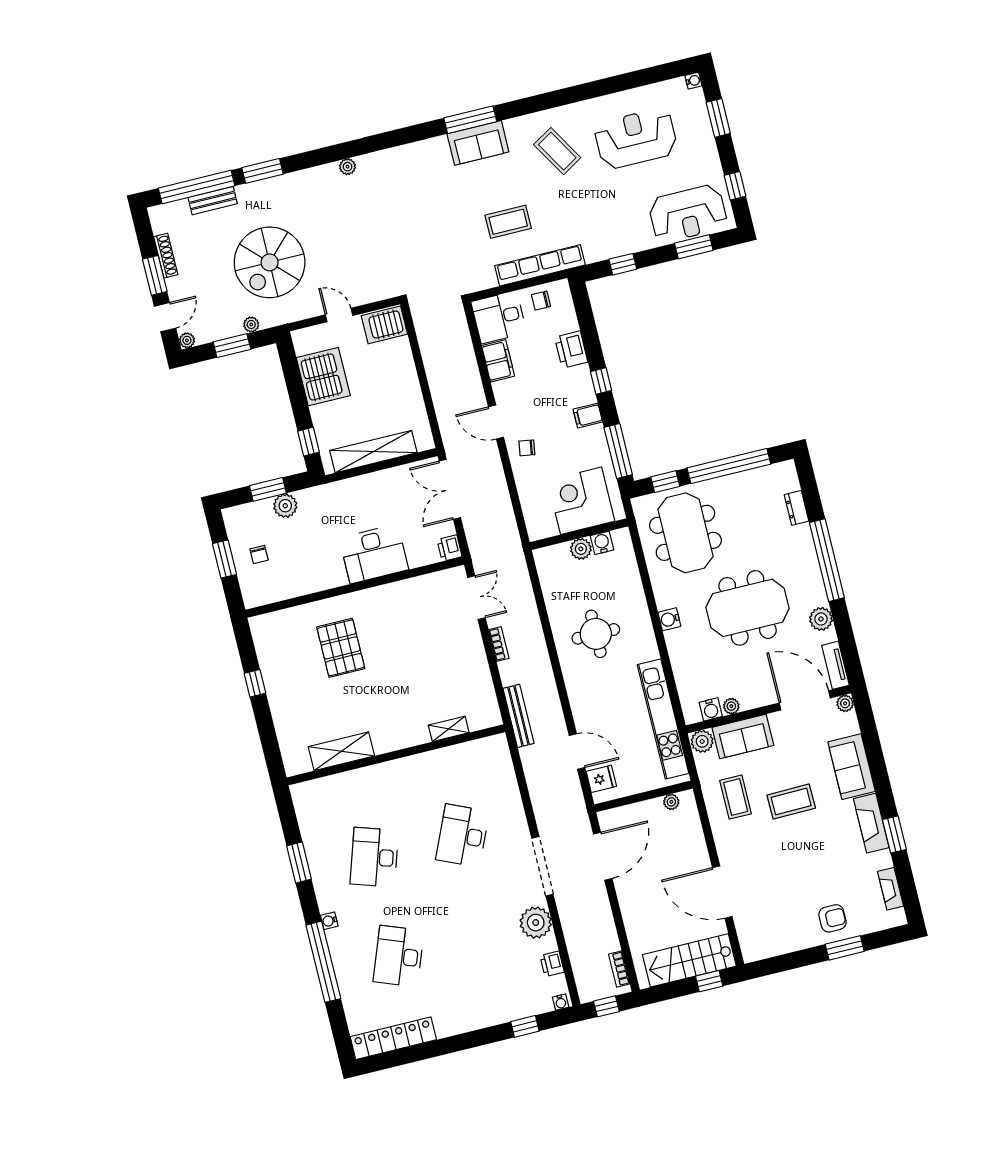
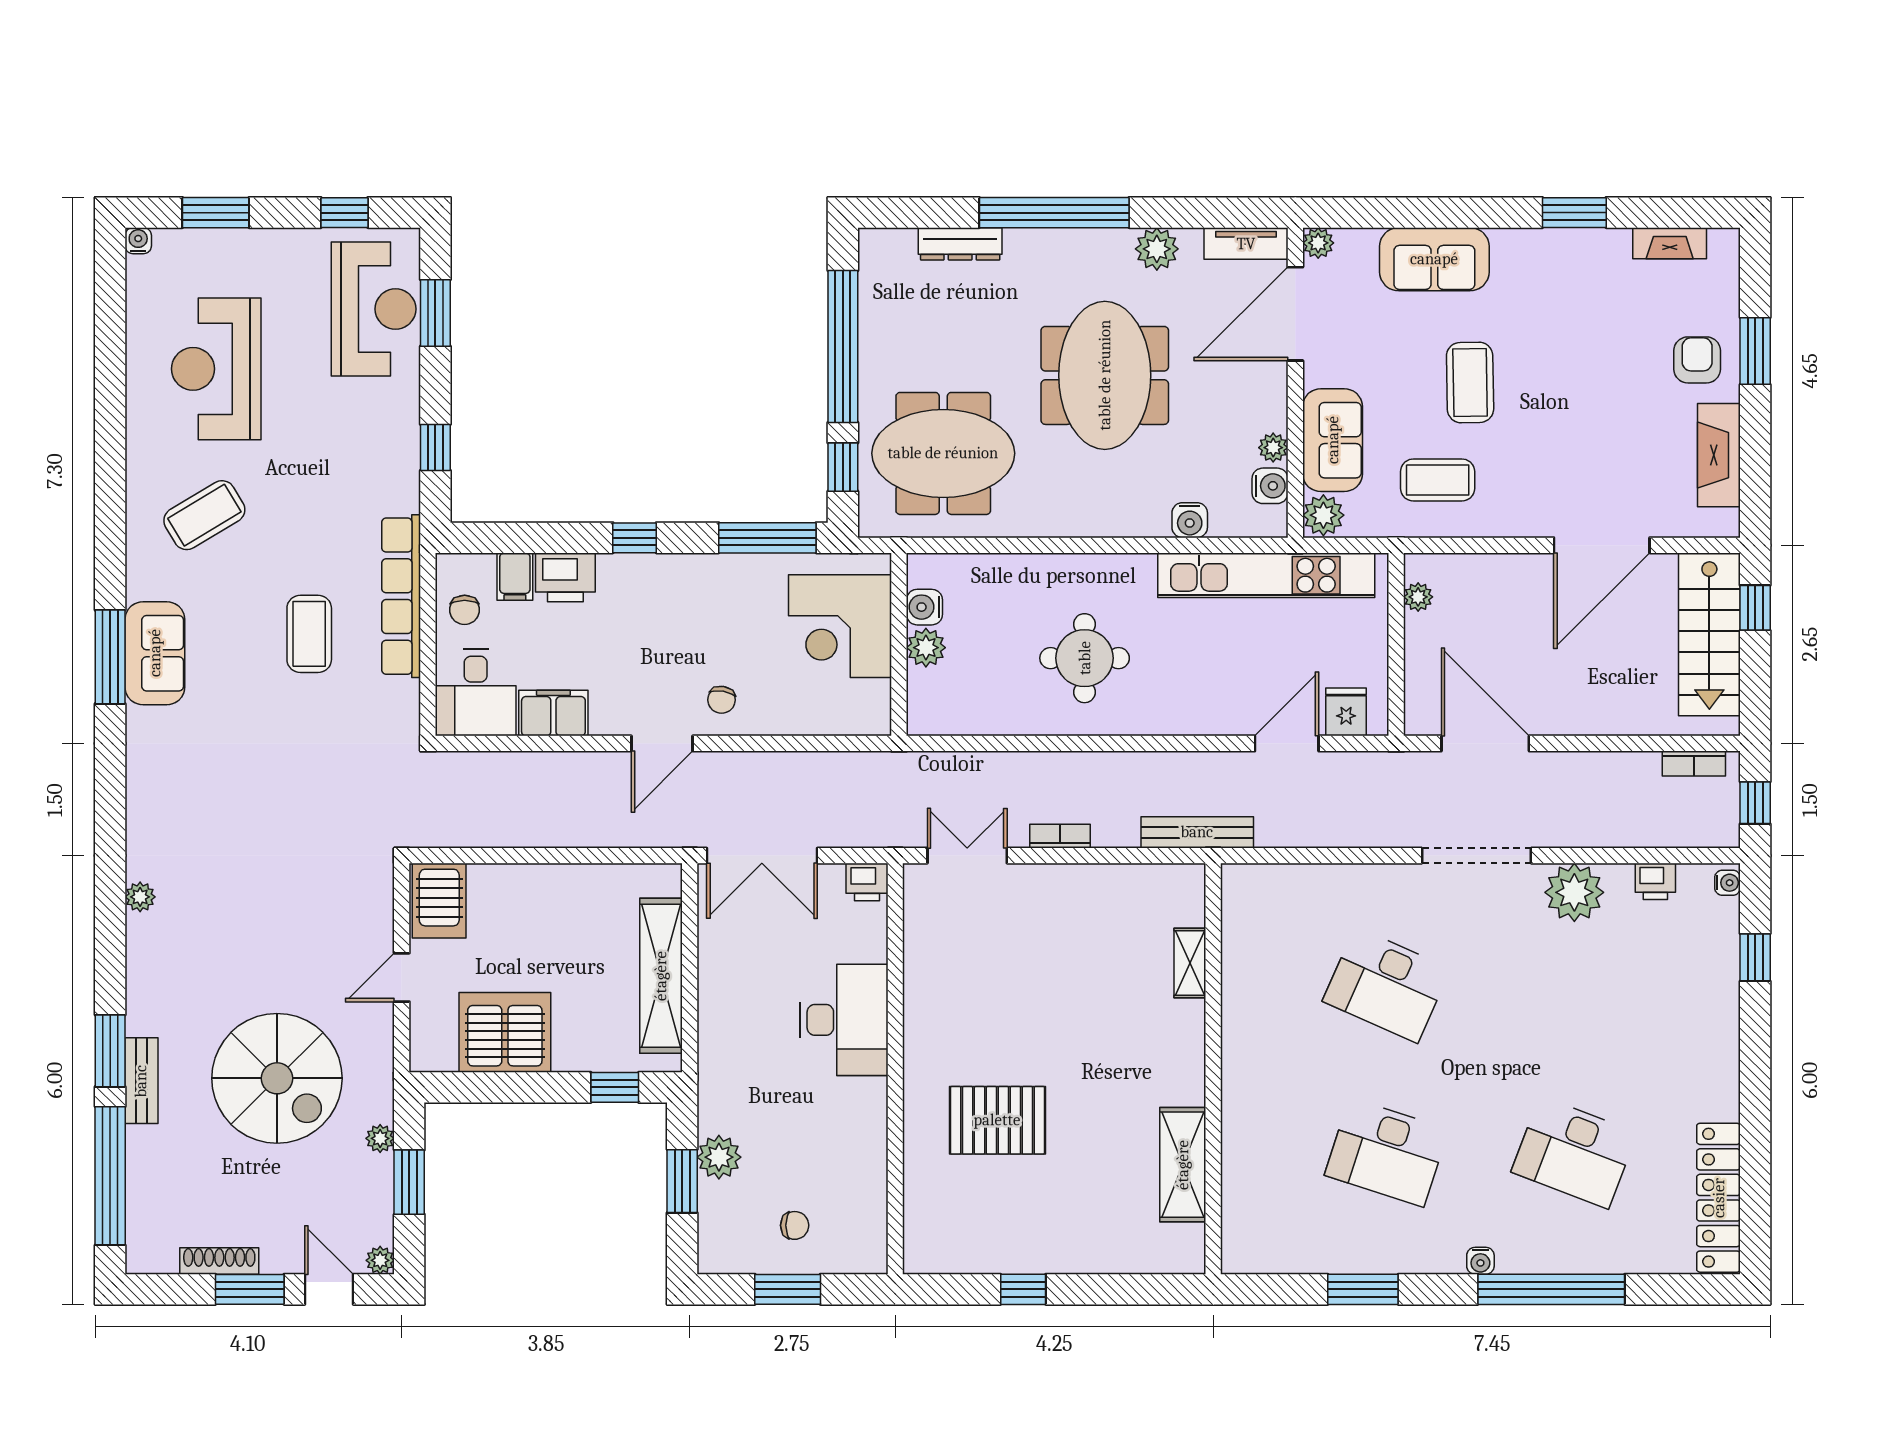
bench: (213, 201) -> (141, 1081), moved
filing cabinet: (588, 416) -> (515, 577), moved
dresser: (797, 508) -> (960, 244), width x1.44
water cooler: (669, 619) -> (1190, 520), moved
fireplace: (871, 823) -> (1719, 455), moved, turned 90

